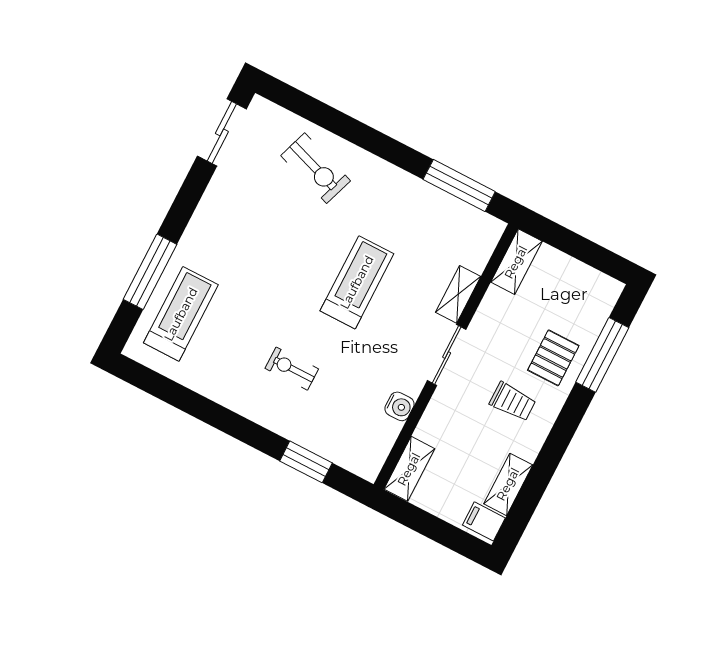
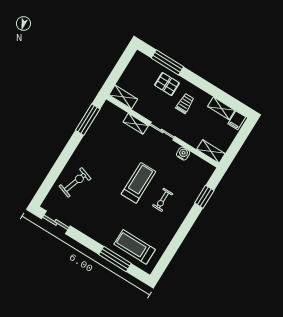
treadmill: (357, 282) -> (138, 183), moved, turned 90

